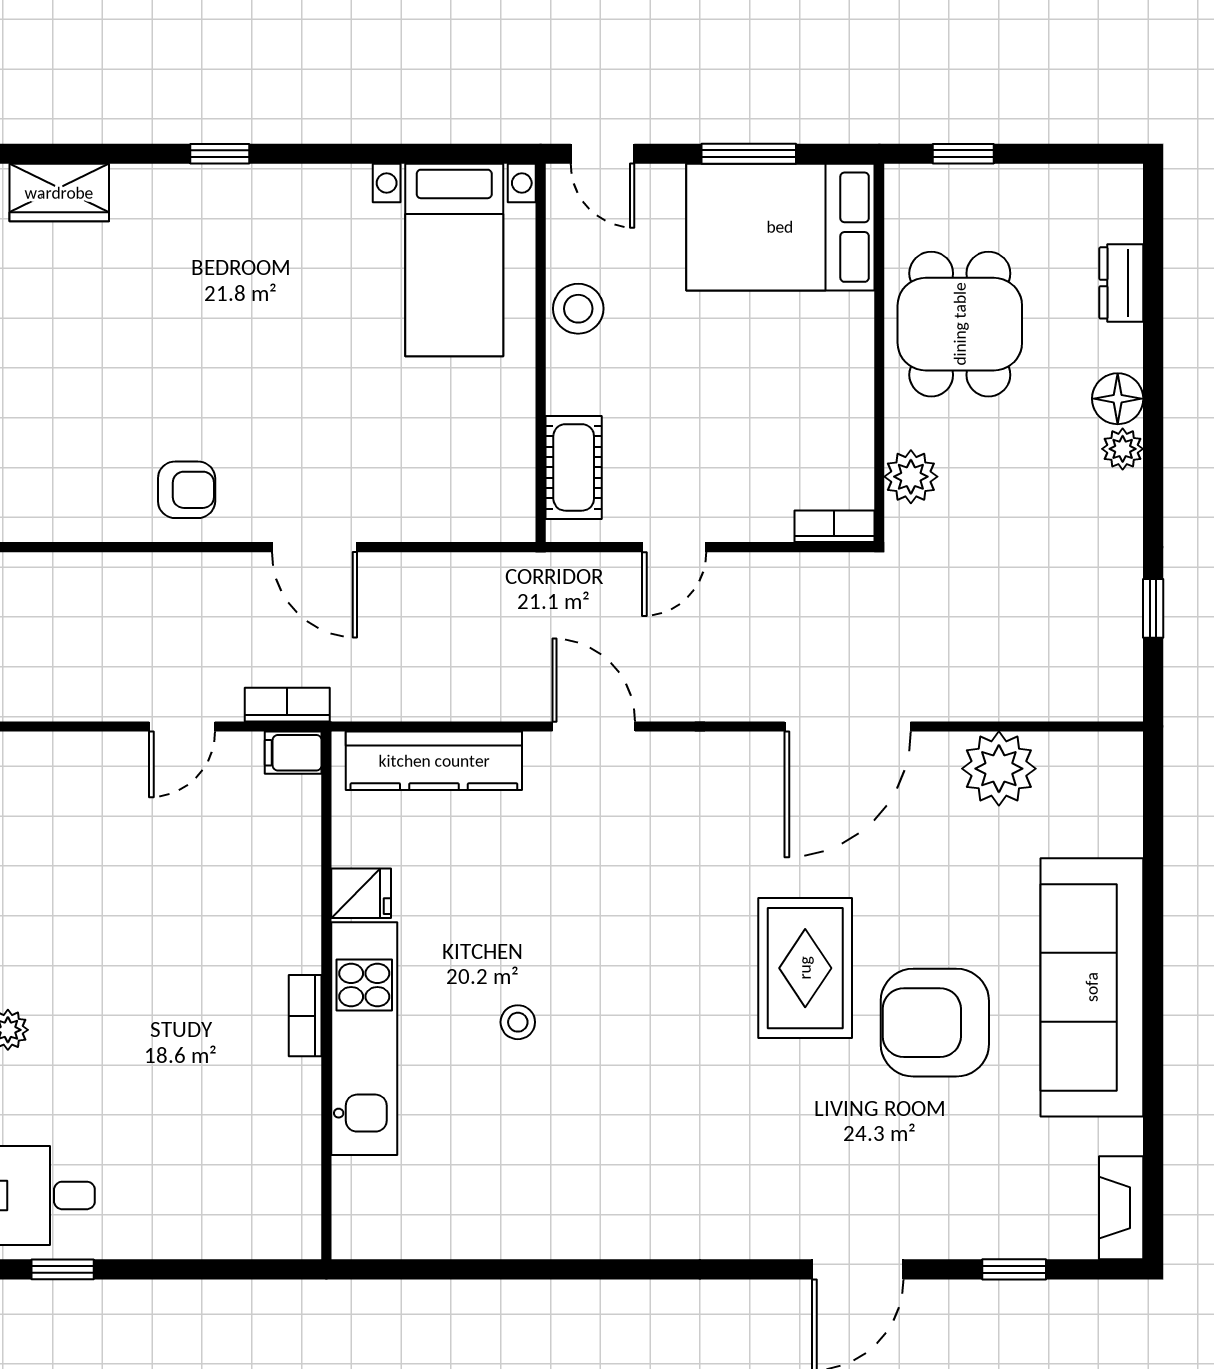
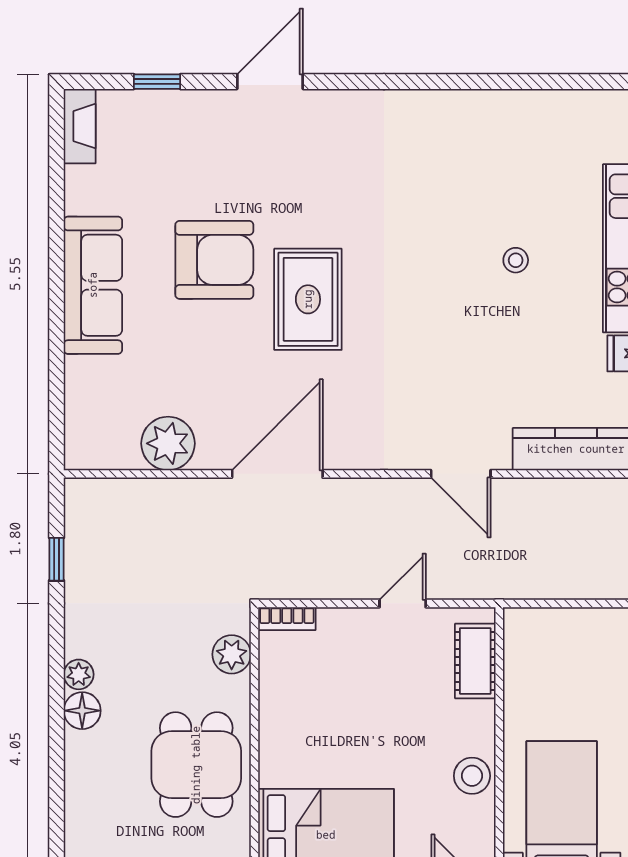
dresser: (1121, 283) -> (80, 794), removed
sofa: (1092, 987) -> (93, 285), width x0.74, depth x0.79

